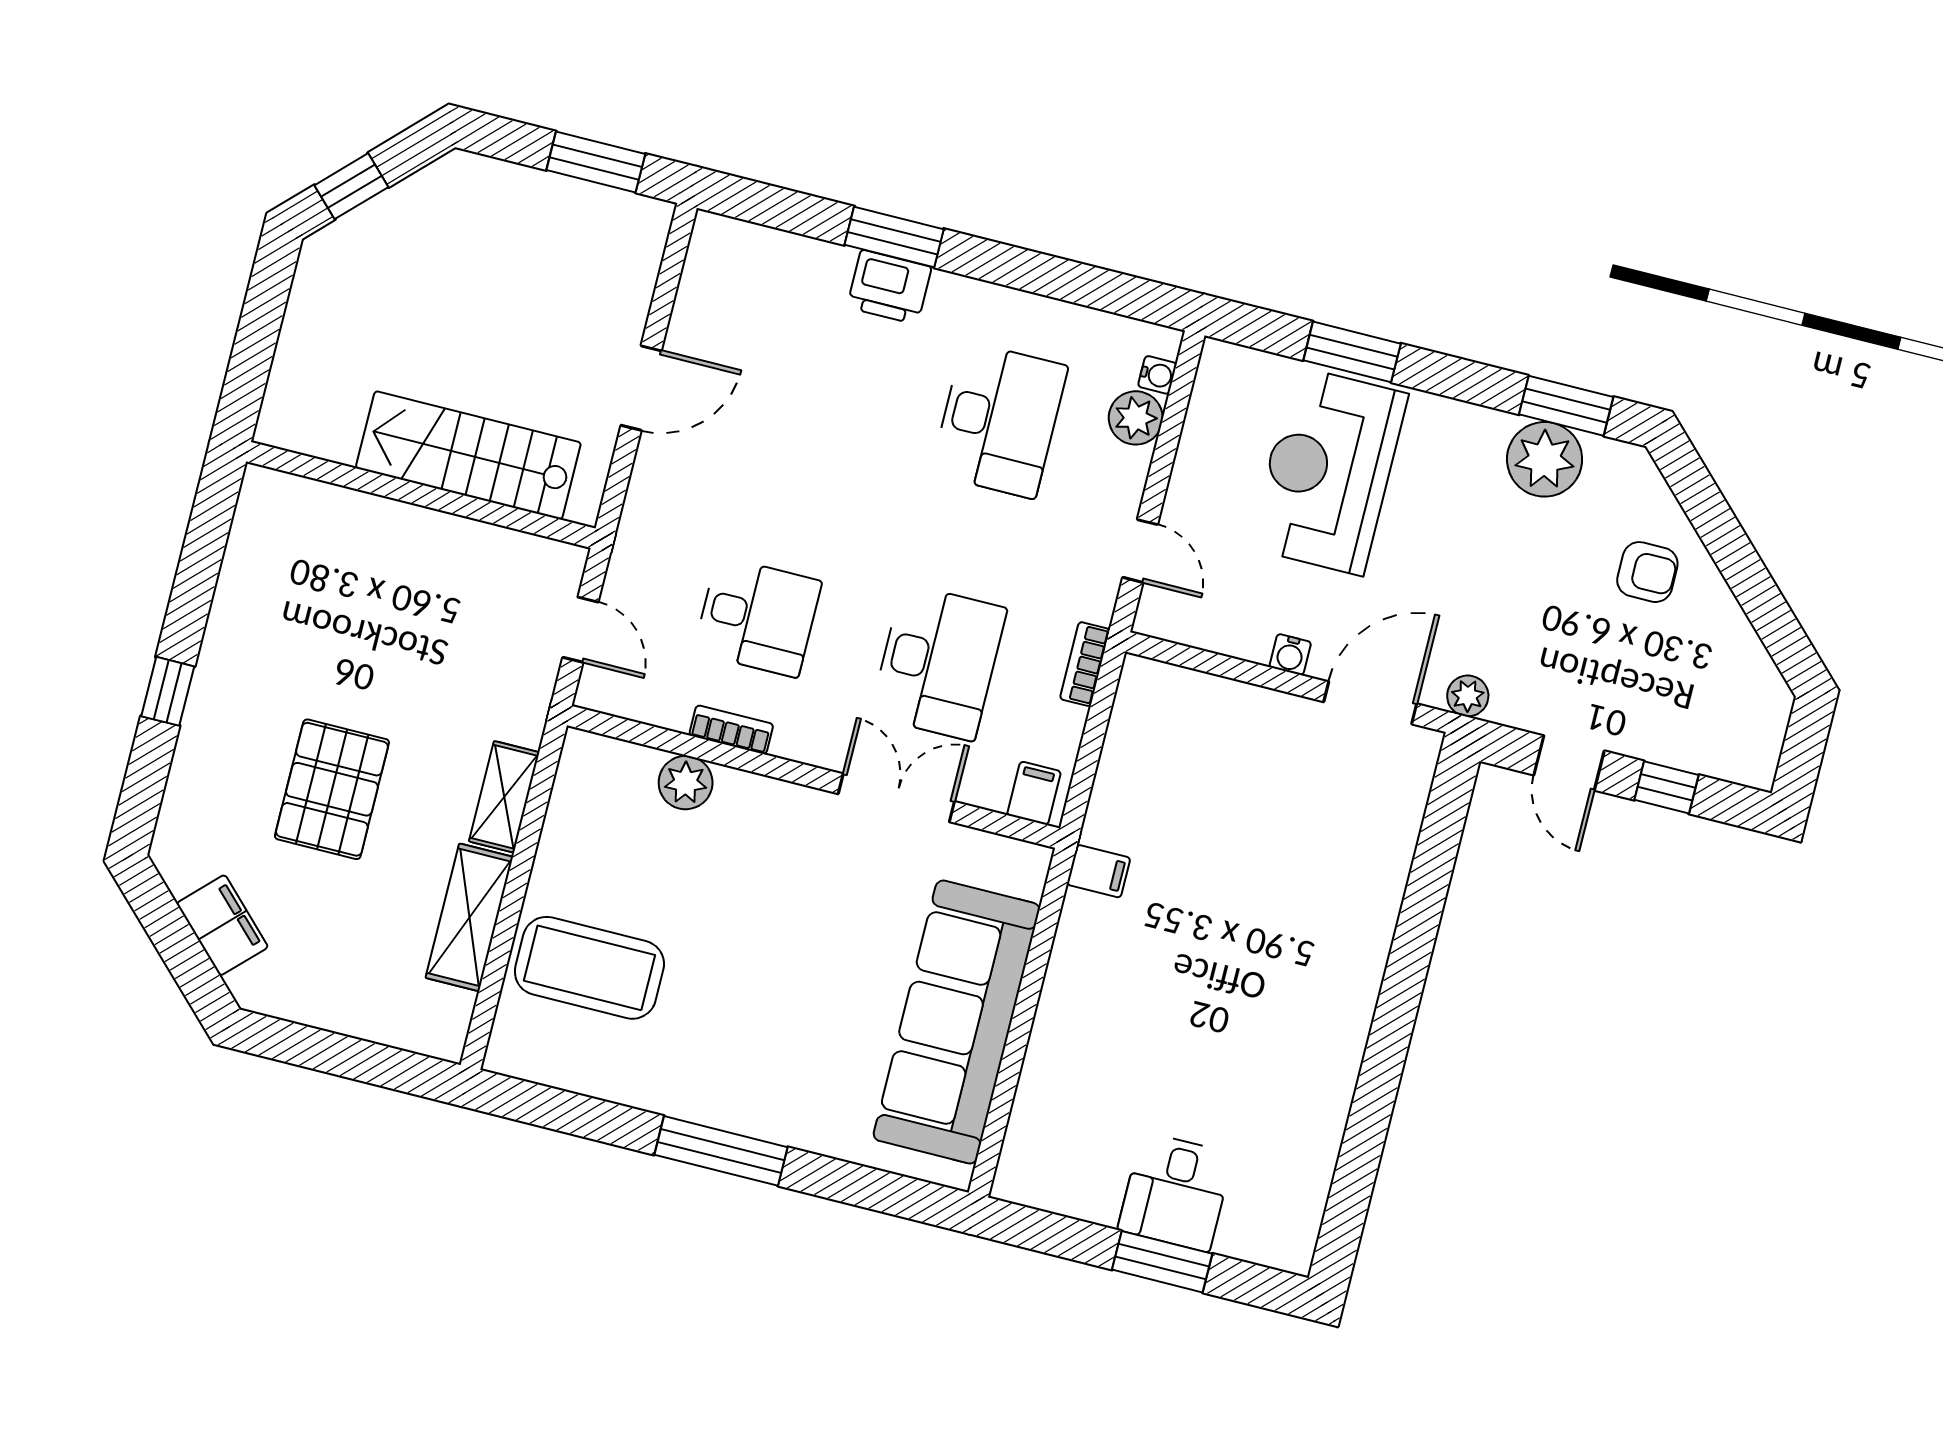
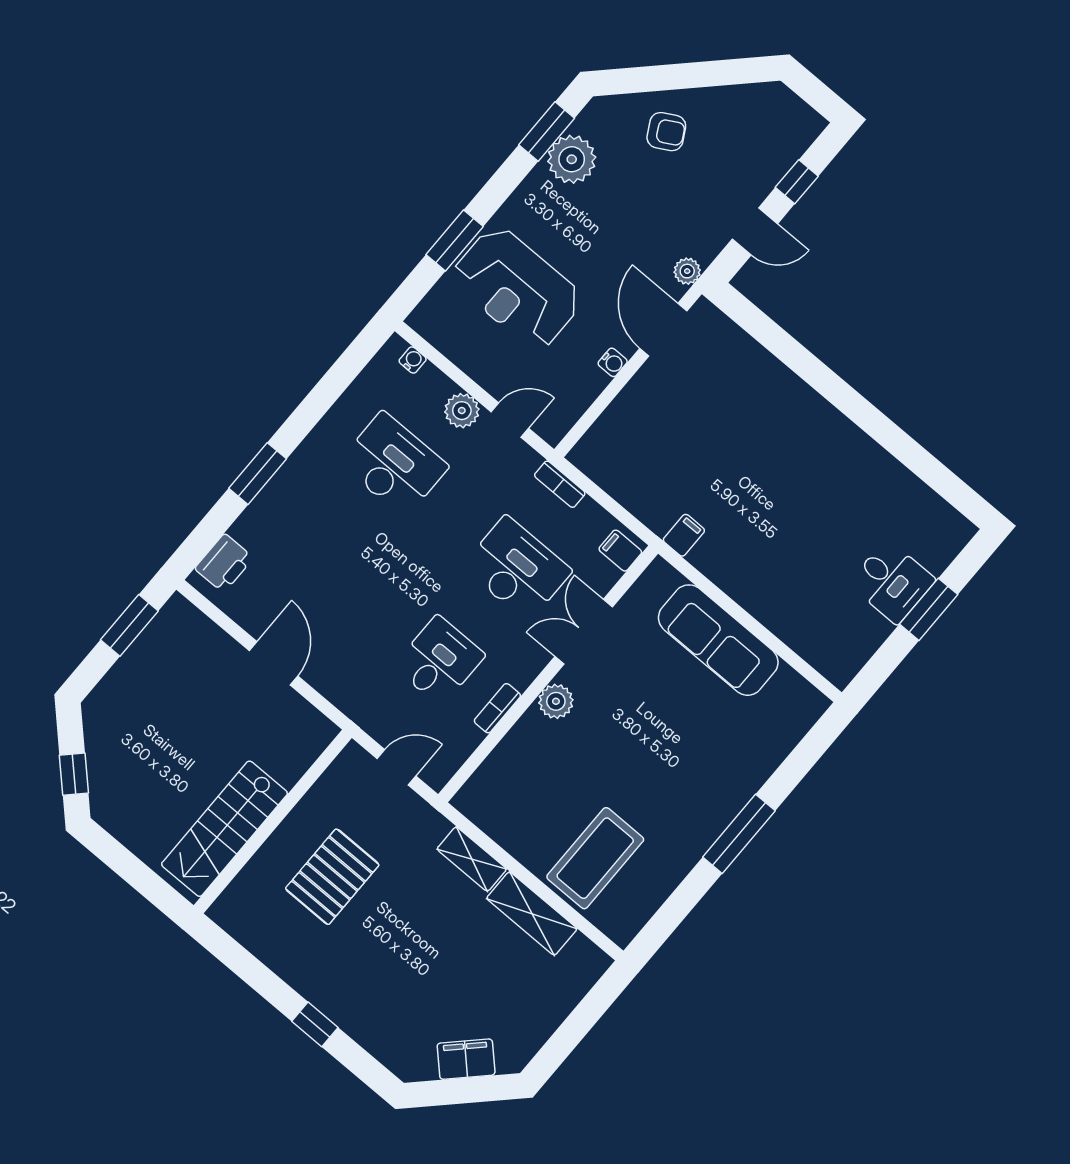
printer: (889, 287) -> (224, 563), moved
plant: (1136, 418) -> (462, 411), moved
stairs: (468, 455) -> (224, 829), moved
armchair: (1647, 572) -> (666, 132), turned 61
plant: (686, 783) -> (556, 701), moved
pallet: (332, 789) -> (332, 877), moved, turned 90
sofa: (957, 1022) -> (718, 640), width x0.74, depth x0.79

